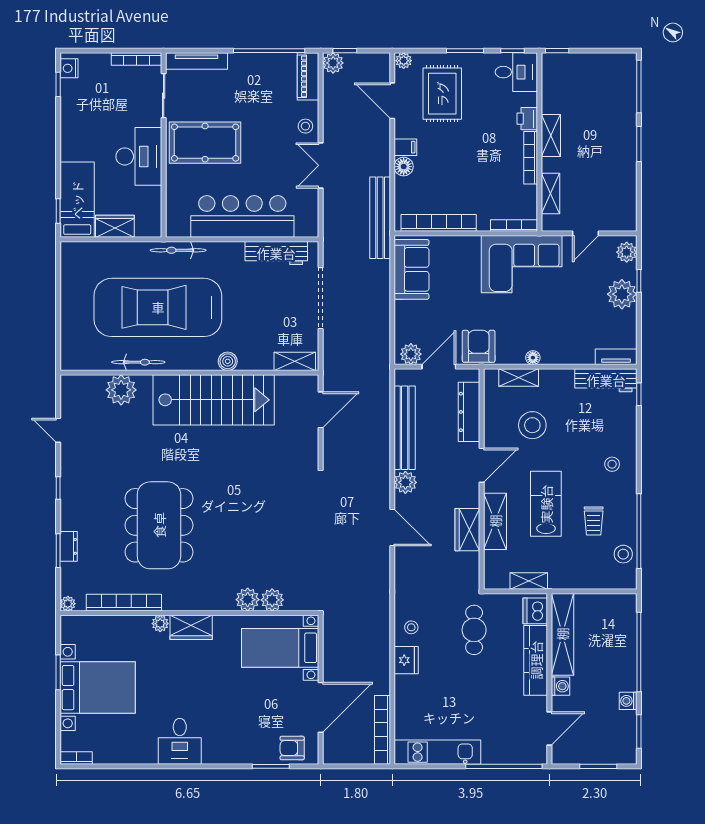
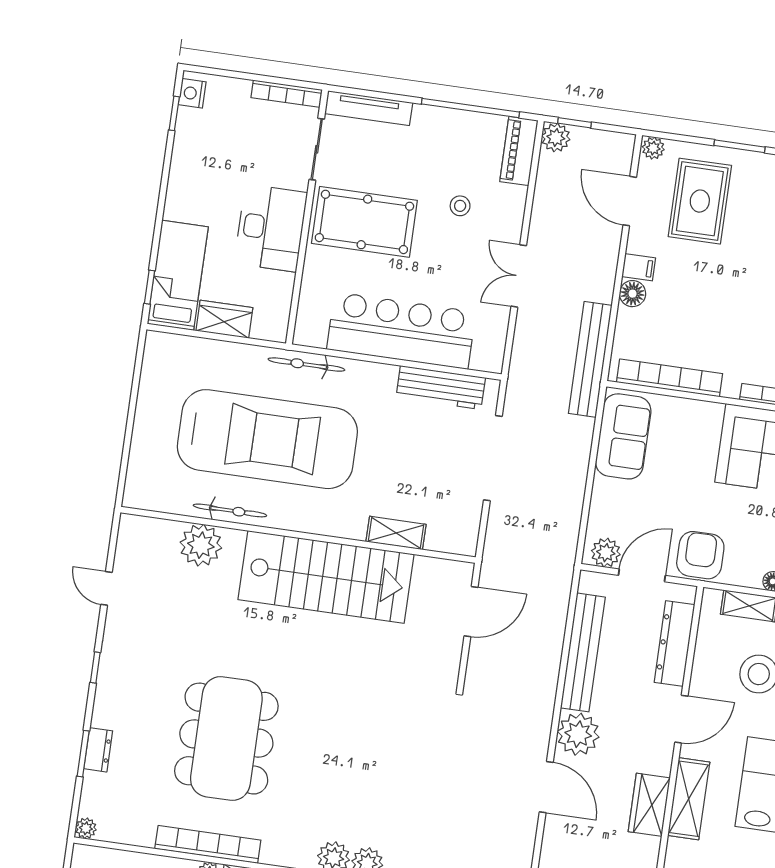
stool: (305, 126) -> (460, 206), moved
car: (158, 307) -> (267, 439), turned 180
boiler: (228, 361) -> (353, 527), removed
shelving: (295, 361) -> (396, 533), moved
plant: (405, 482) -> (578, 734), width x1.36, depth x1.36
bookcase: (124, 603) -> (208, 844), moved

